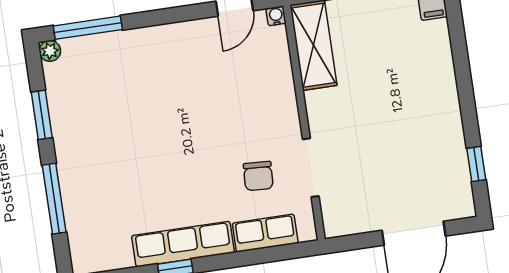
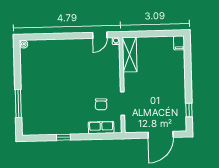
window: (88, 28) -> (40, 37), removed
window: (42, 115) -> (17, 69), removed
row of seats: (183, 244) -> (68, 128), removed

